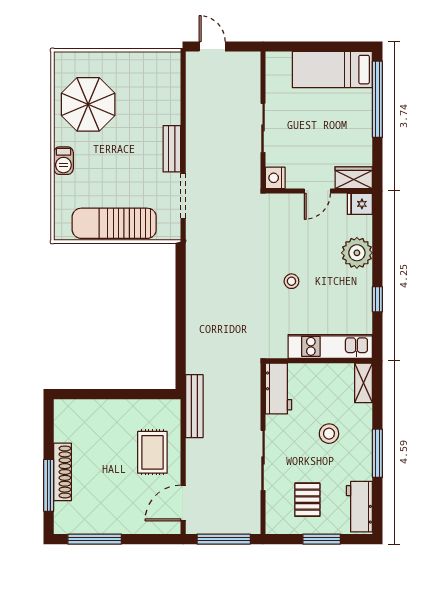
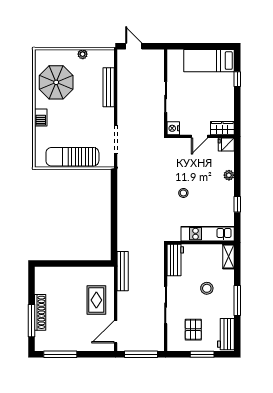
plant: (130, 59) -> (83, 54), added
window: (377, 99) -> (237, 79), width x0.32
bench: (172, 149) -> (109, 87), moved, width x1.36
plant: (357, 253) -> (229, 175), width x0.53, depth x0.53

